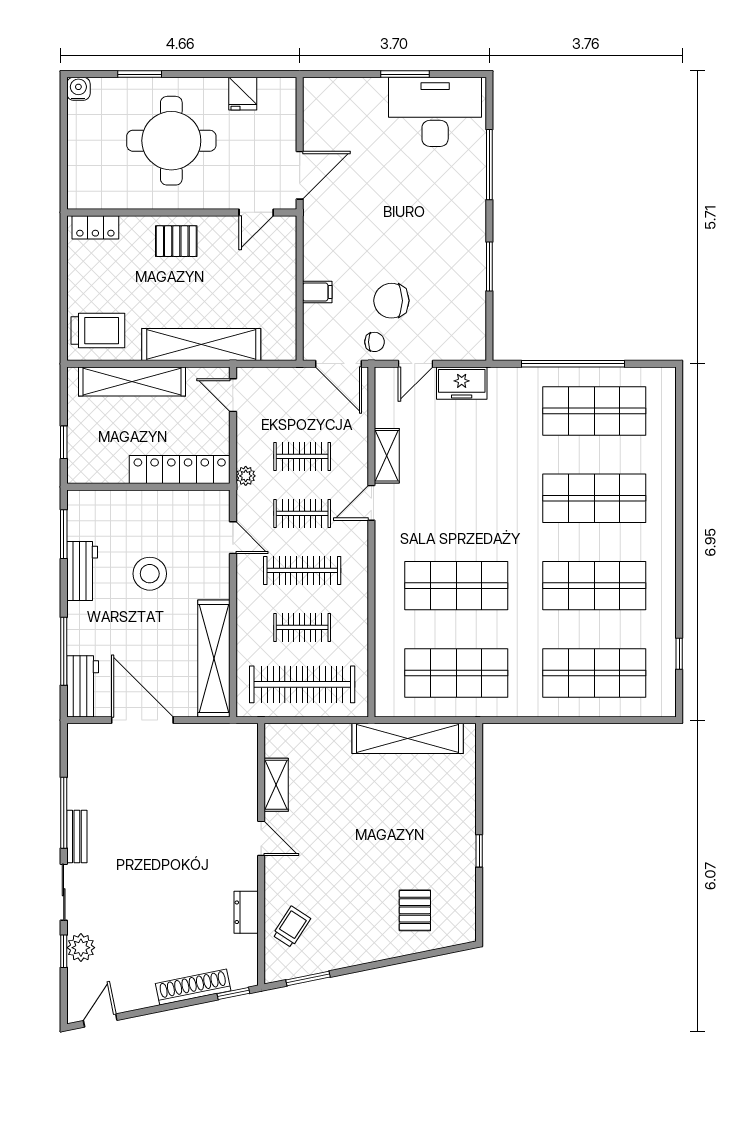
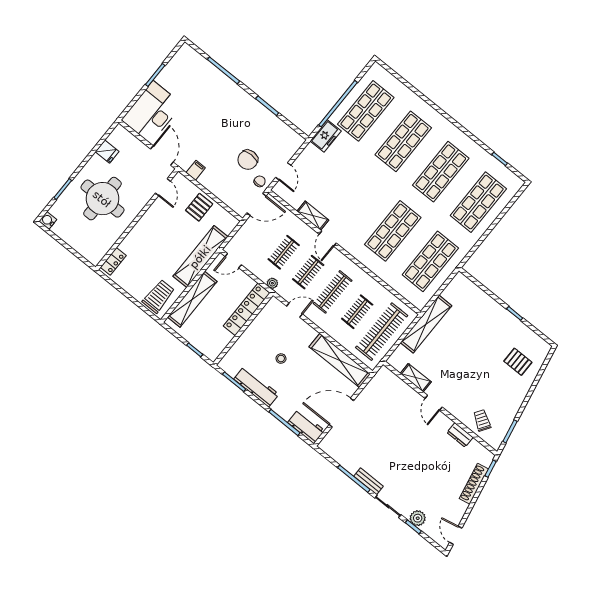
desk: (435, 112) -> (152, 112), moved
pallet: (176, 241) -> (199, 207), moved
filing cabinet: (317, 292) -> (196, 170), moved
freezer: (462, 383) -> (326, 136), moved
workbench: (82, 571) -> (256, 387), width x1.38
stool: (150, 574) -> (281, 359), width x0.53, depth x0.53
shelving: (408, 738) -> (426, 324), moved
door: (261, 838) -> (434, 403), swing flipped

